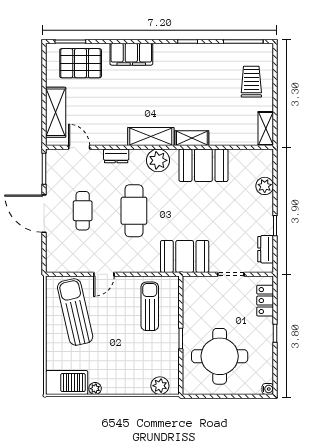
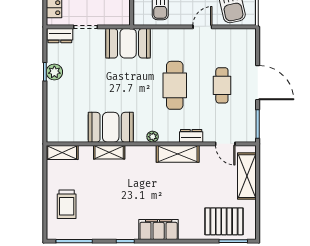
filing cabinet: (131, 54) -> (159, 230), moved
shelving: (266, 129) -> (62, 152), moved, turned 90
shelving: (151, 136) -> (178, 154), moved
shelving: (192, 138) -> (109, 152), moved
plant: (158, 160) -> (153, 137), width x0.53, depth x0.53
plant: (265, 186) -> (54, 72), moved
dresser: (266, 249) -> (60, 36), moved, turned 90

